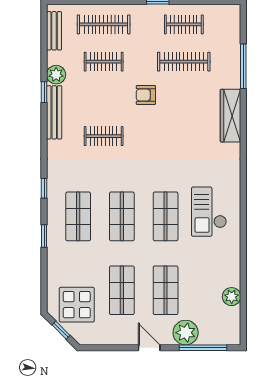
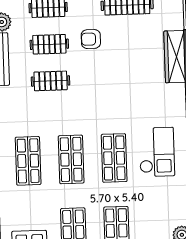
clothes rail: (104, 99) -> (49, 44), added
checkout: (209, 212) -> (157, 152), turned 180

